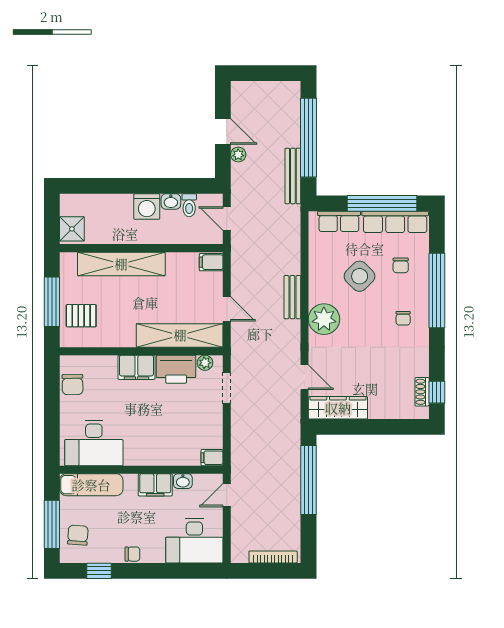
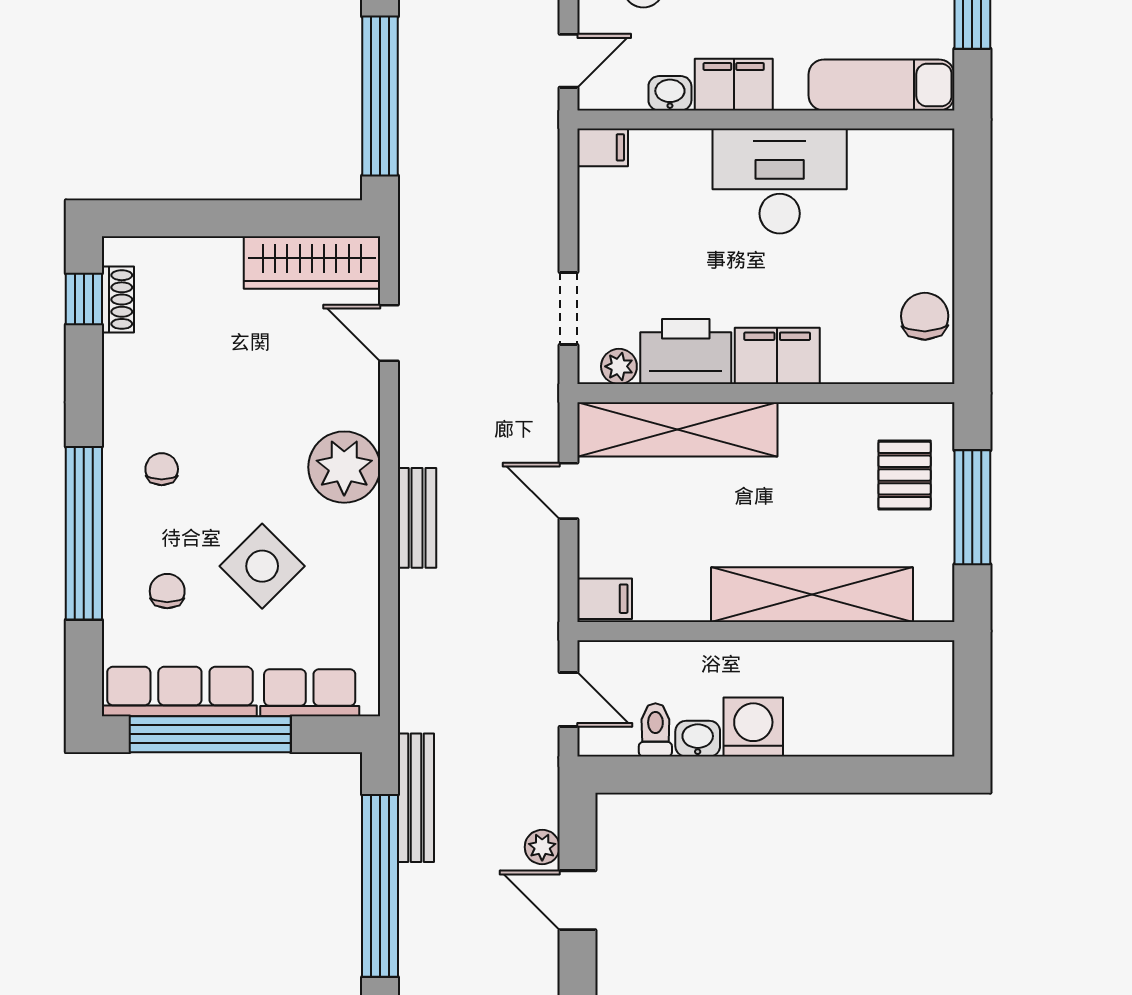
shower: (72, 229) -> (926, 675), removed
pallet: (81, 316) -> (905, 475), turned 90
desk: (94, 443) -> (780, 181), moved

